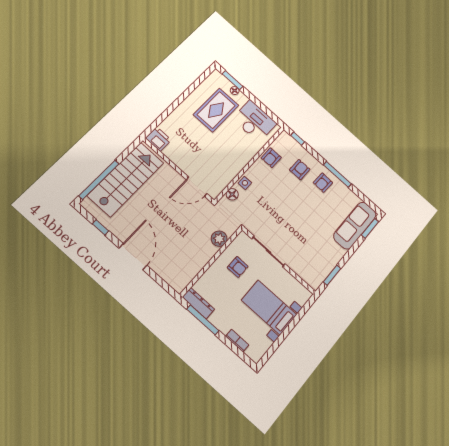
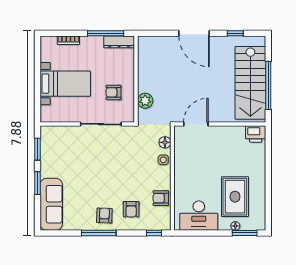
armchair: (271, 158) -> (161, 198), turned -90
window: (99, 180) -> (268, 85), moved
window: (370, 228) -> (37, 183), moved

